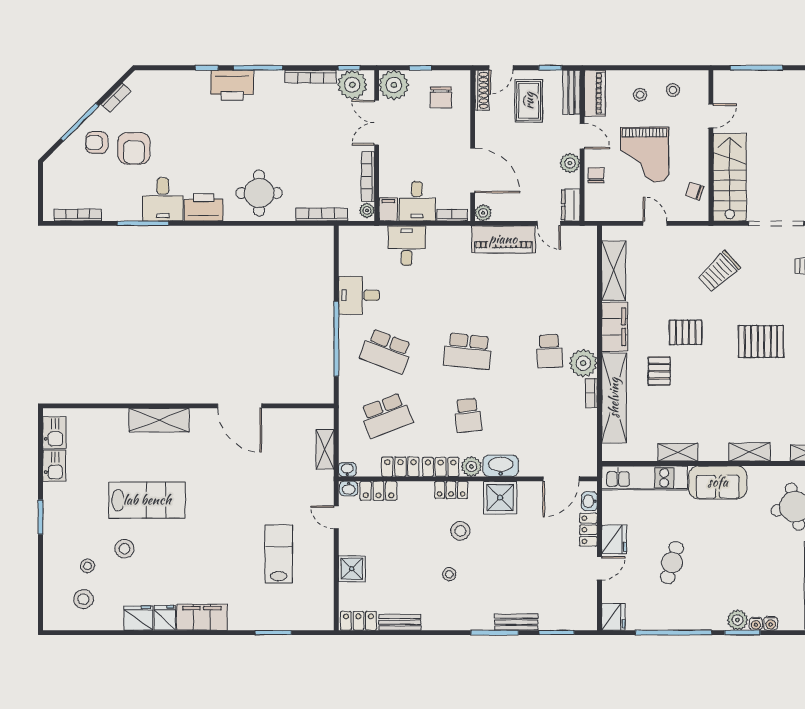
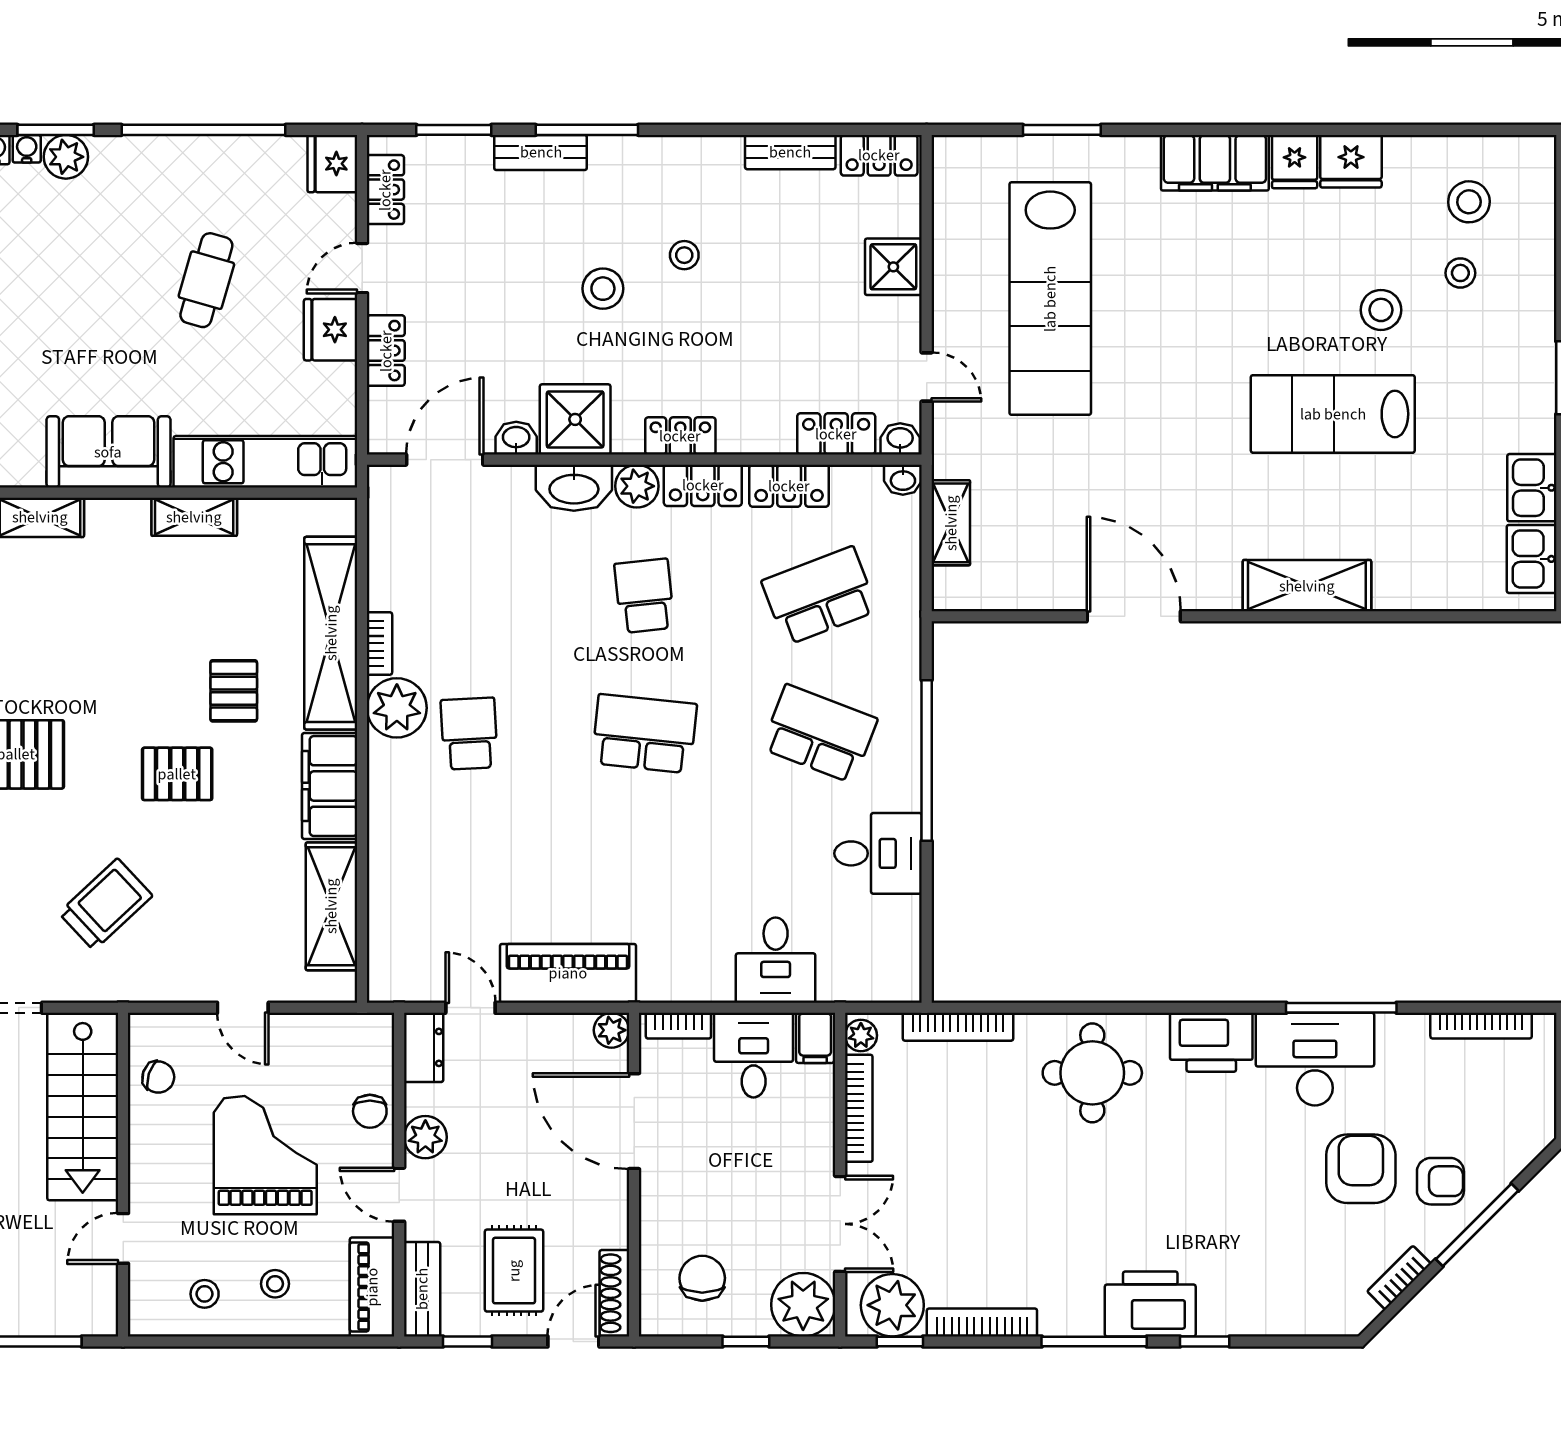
desk: (163, 199) -> (1315, 1059), width x1.37
washbasin: (589, 501) -> (516, 438), moved, turned -90
stool: (460, 531) -> (603, 289), moved
lab bench: (279, 554) -> (1050, 299), width x1.86, depth x1.39
locker: (589, 605) -> (385, 190), added

